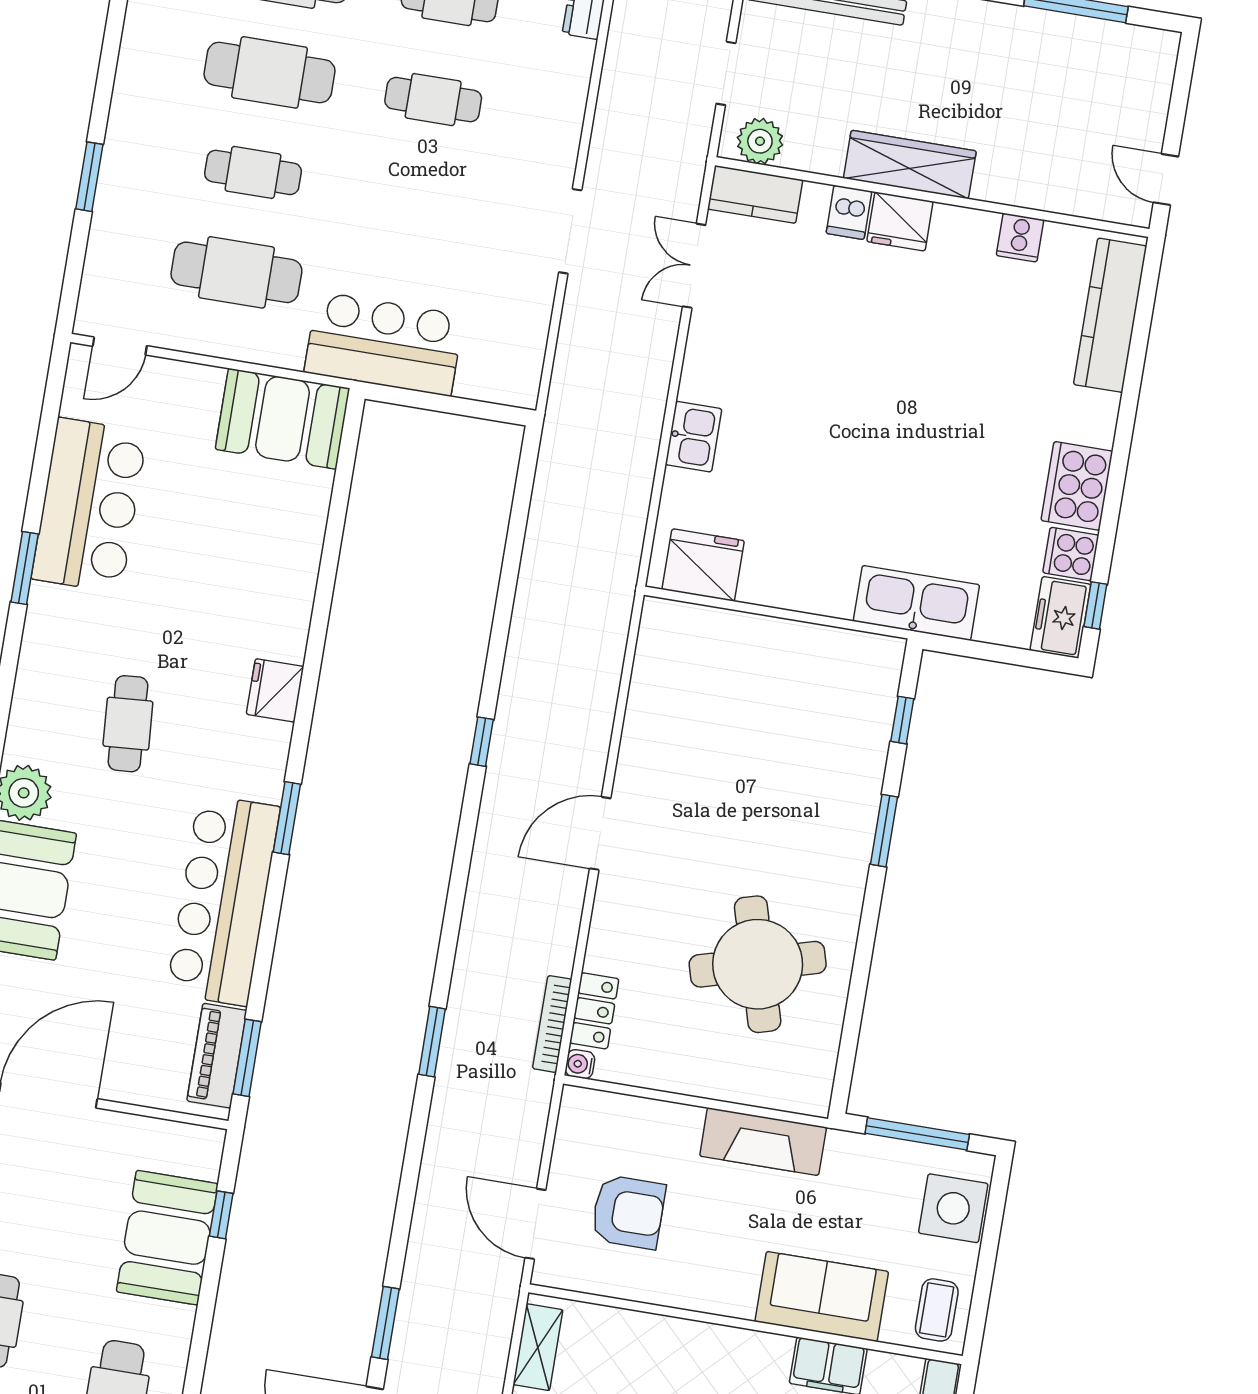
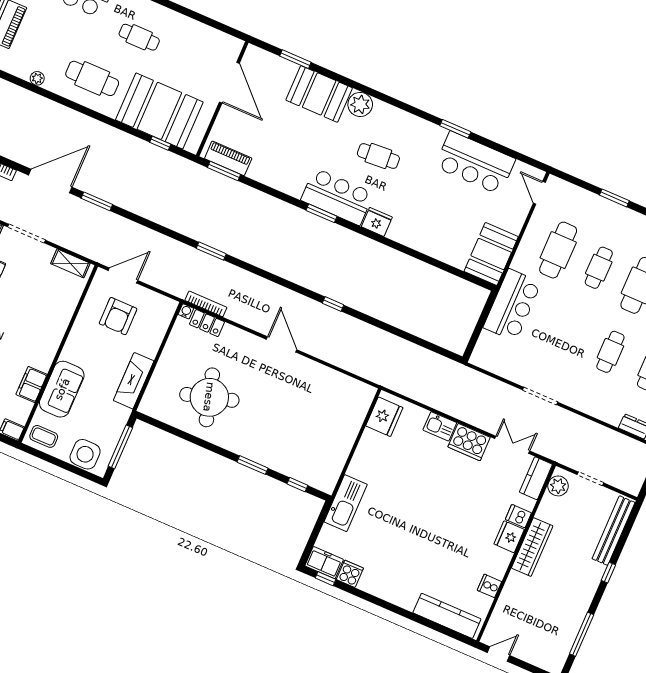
cooker: (1077, 486) -> (469, 442), moved, turned 180
bar counter: (223, 900) -> (337, 197), moved, width x0.73
booth: (167, 1238) -> (159, 111), width x1.36, depth x1.42

